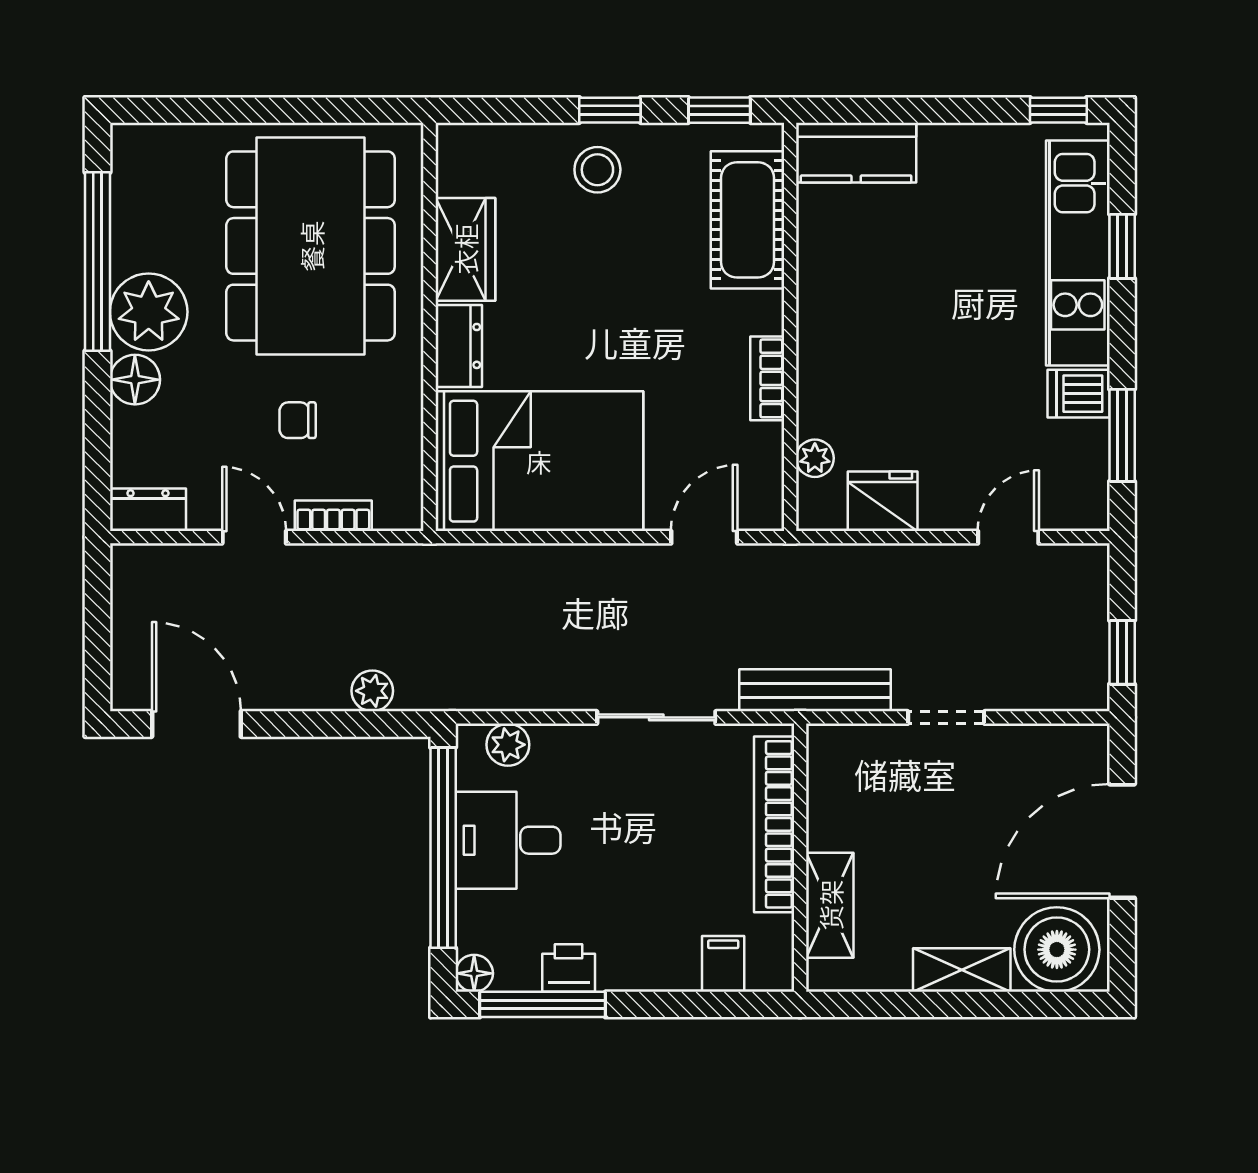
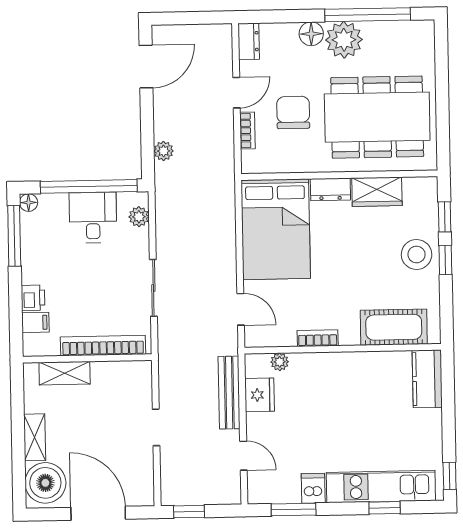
window: (719, 110) -> (445, 217), moved
stool: (597, 170) -> (417, 254), width x1.38, depth x1.38
chair: (298, 420) -> (293, 112), width x1.87, depth x1.87
bench: (815, 690) -> (229, 393), moved
printer: (569, 968) -> (33, 298), moved

